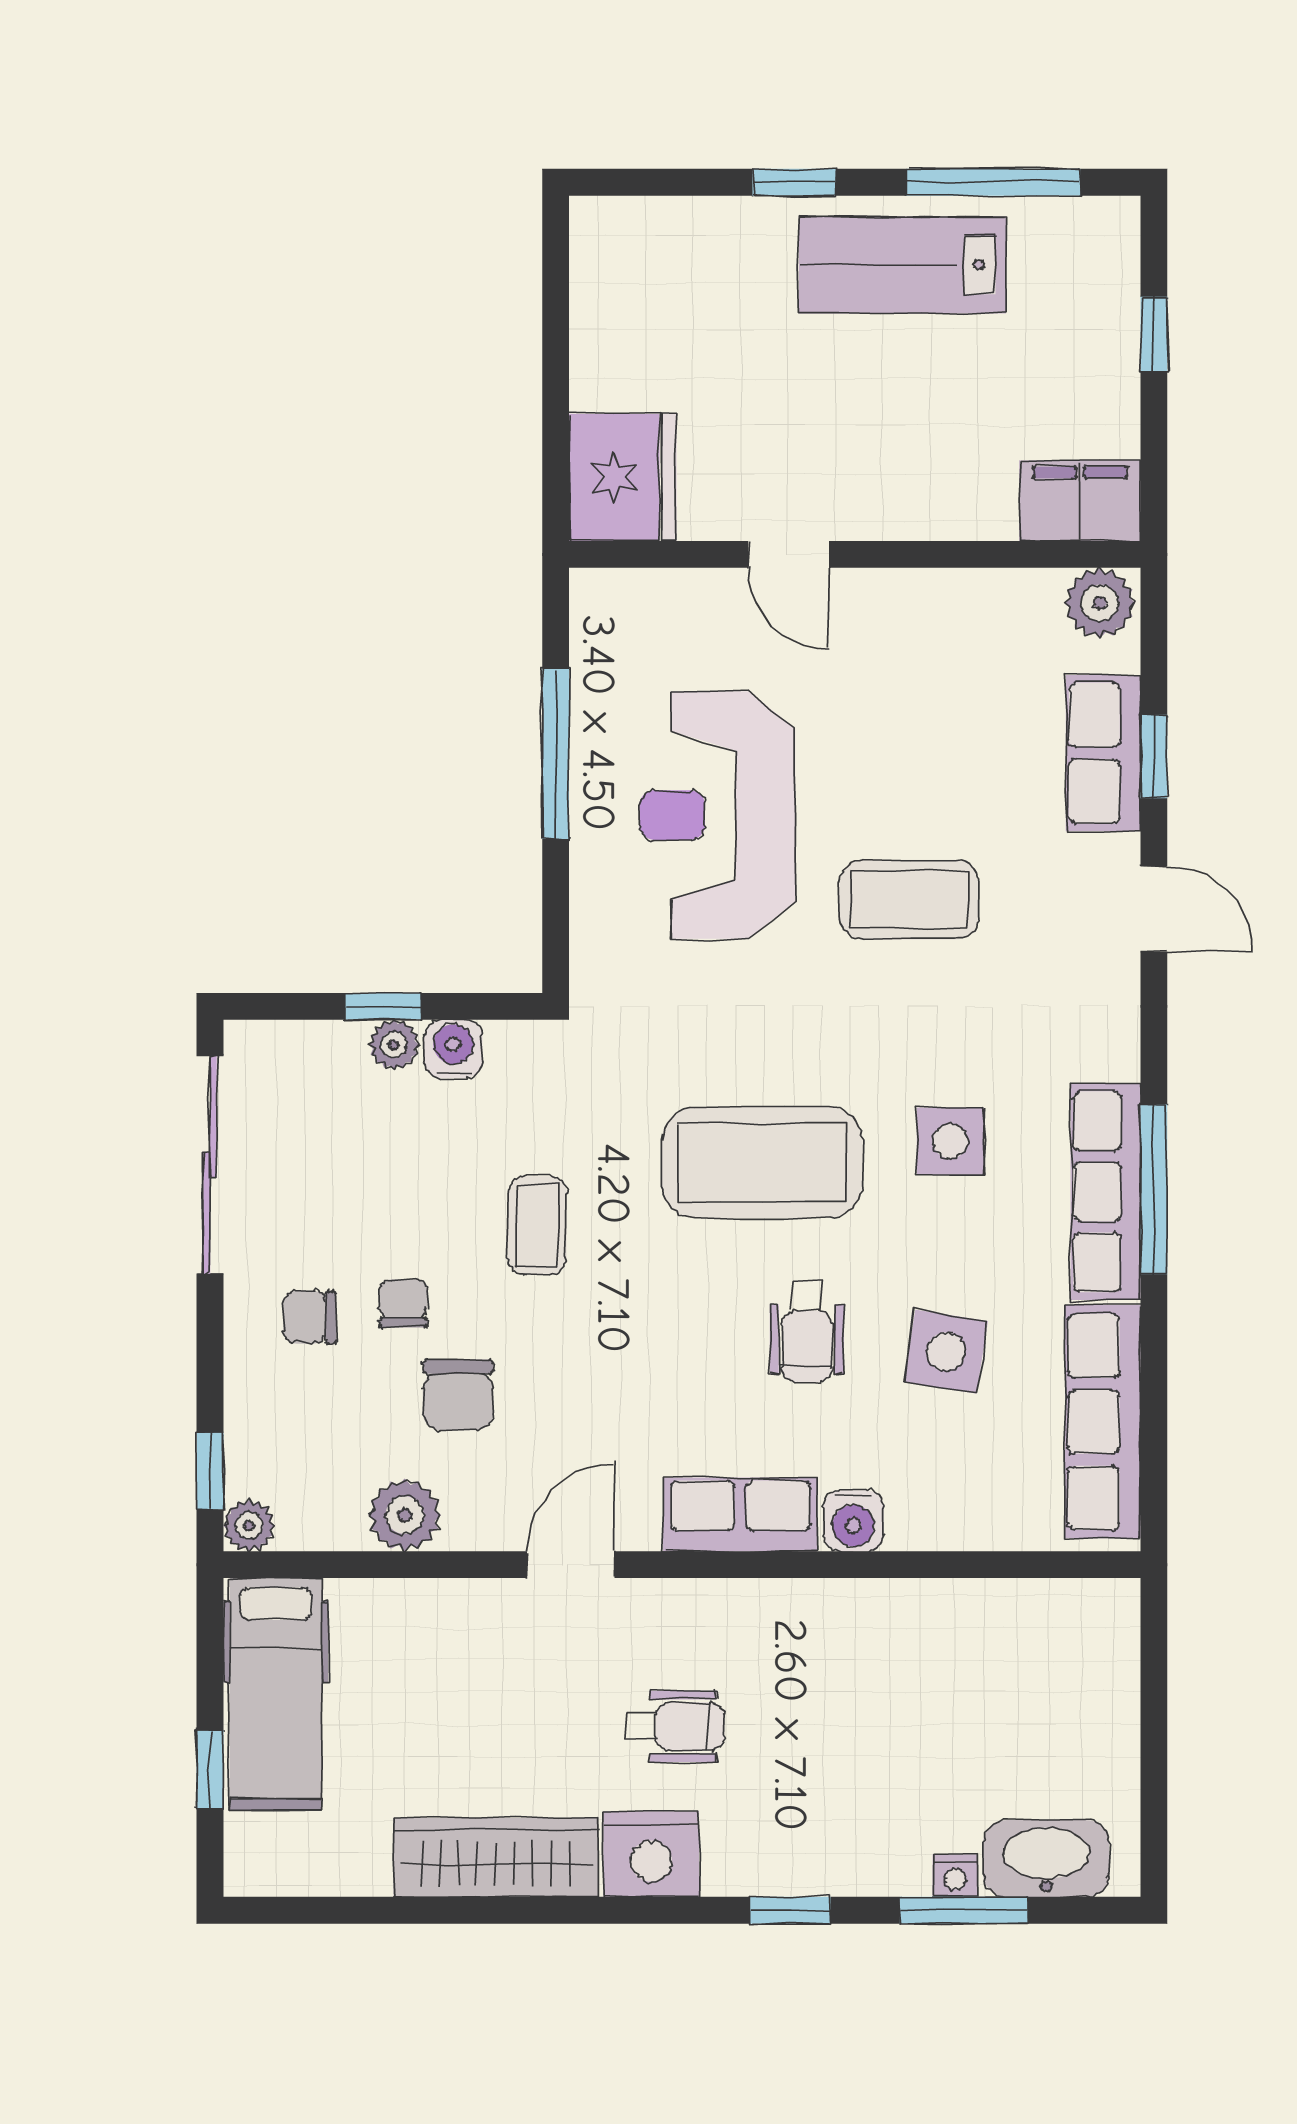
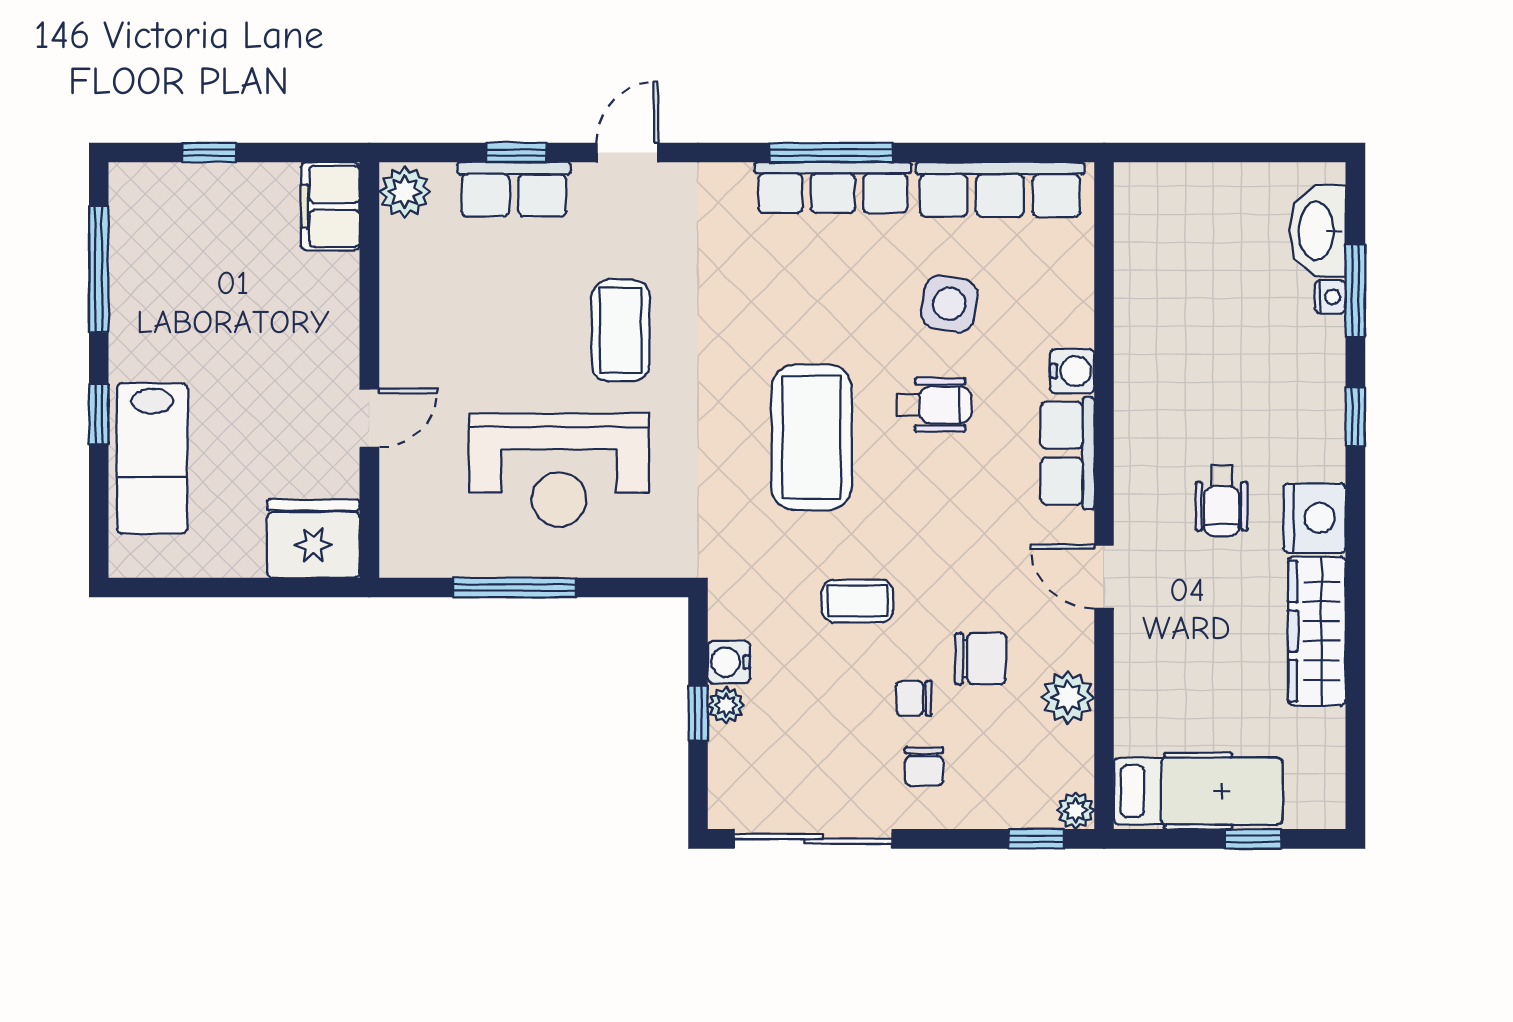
lab bench: (902, 265) -> (152, 458), moved
side table: (950, 1141) -> (796, 300), removed
wheelchair: (675, 1726) -> (1222, 501), turned 180

